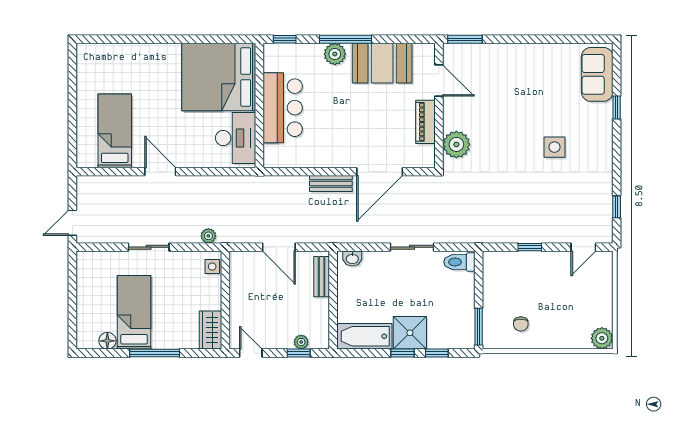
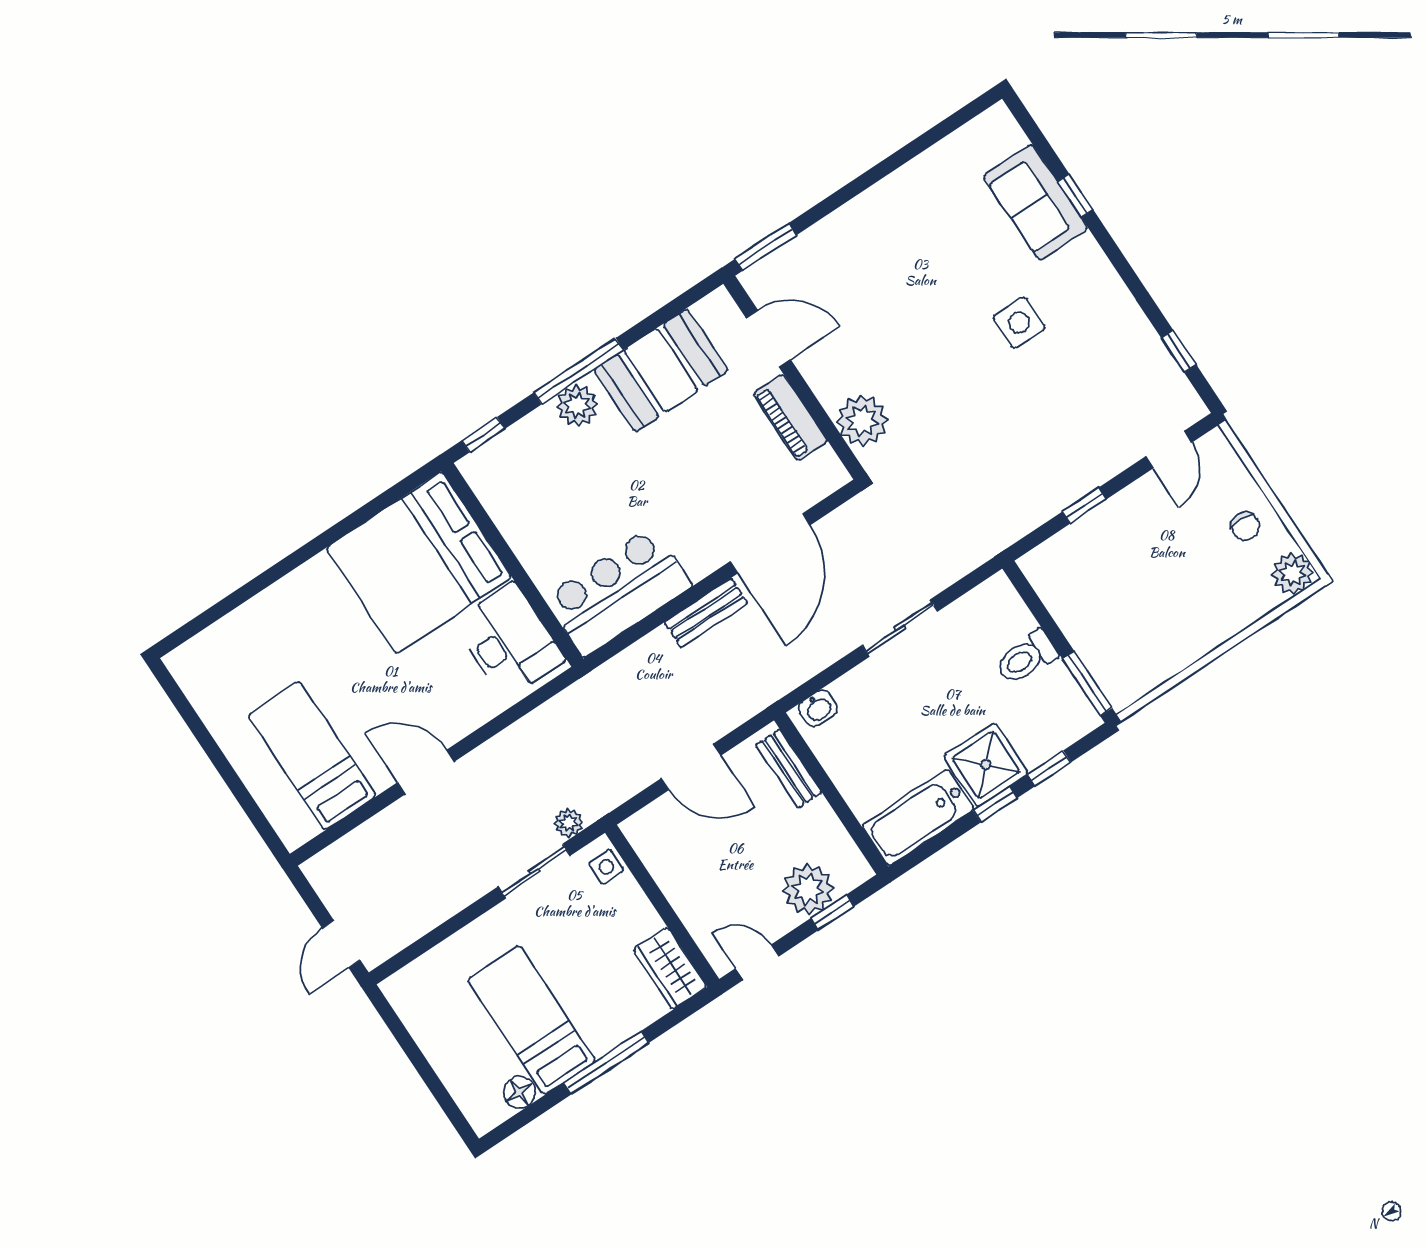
sofa: (597, 74) -> (1036, 202), moved
bar counter: (283, 108) -> (618, 592), moved, turned -90
sliding door: (149, 247) -> (534, 871), moved
toilet: (459, 262) -> (1026, 658), moved
chair: (521, 324) -> (1245, 526), moved
plant: (301, 342) -> (808, 889), width x1.88, depth x1.88

